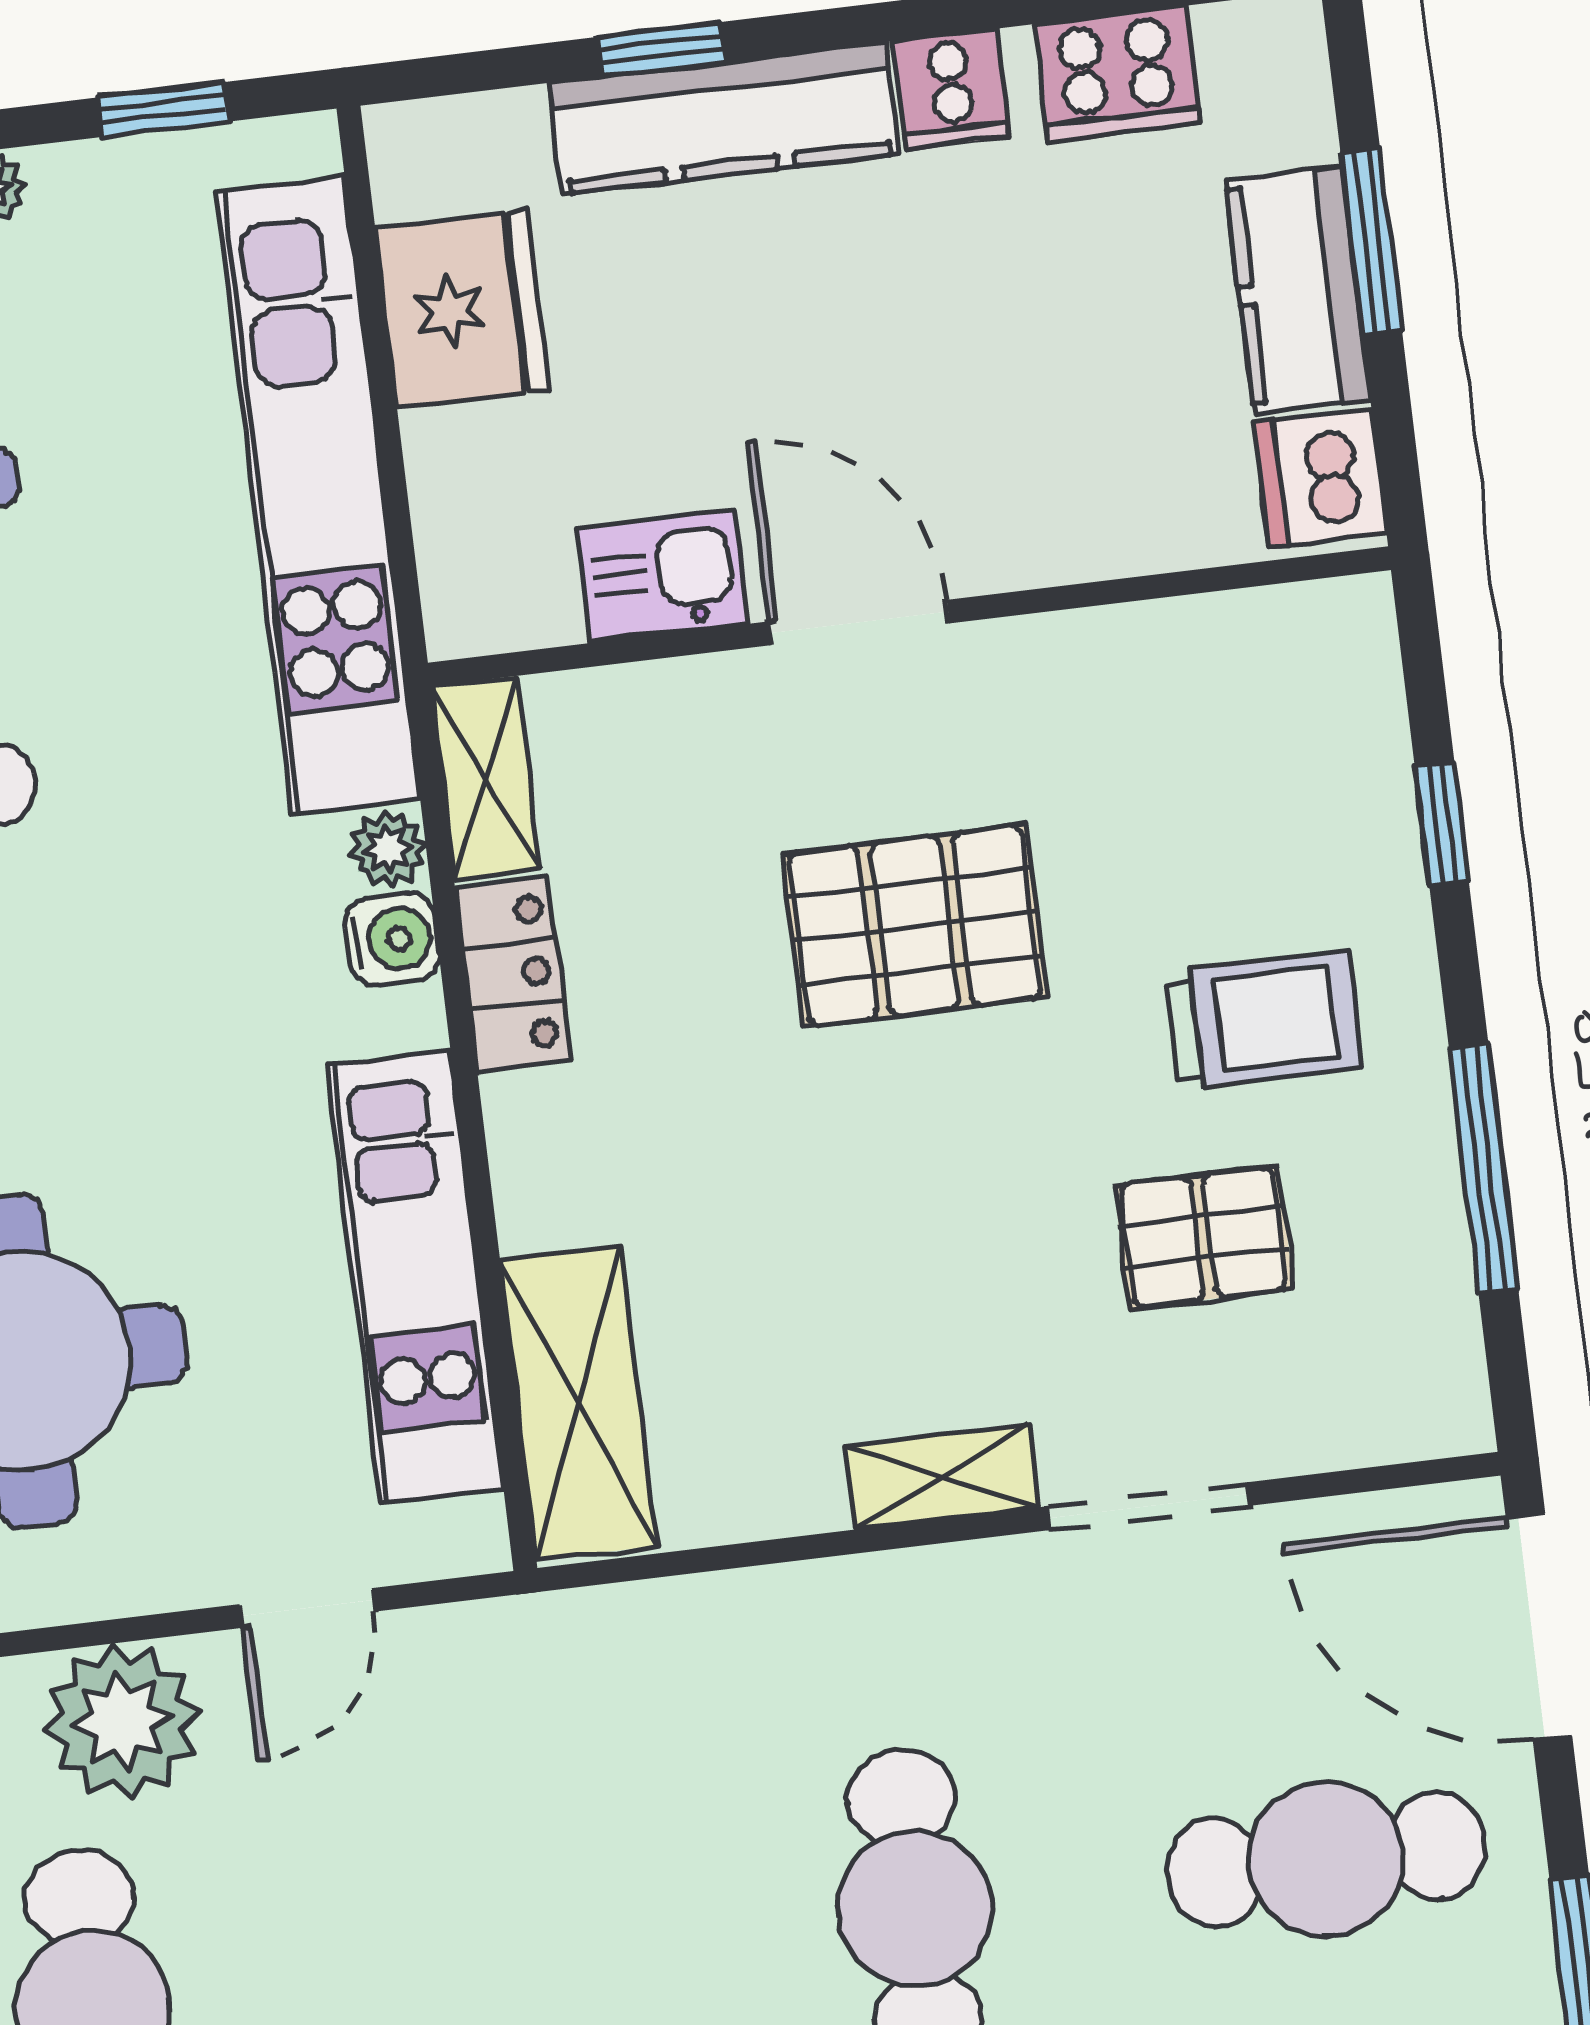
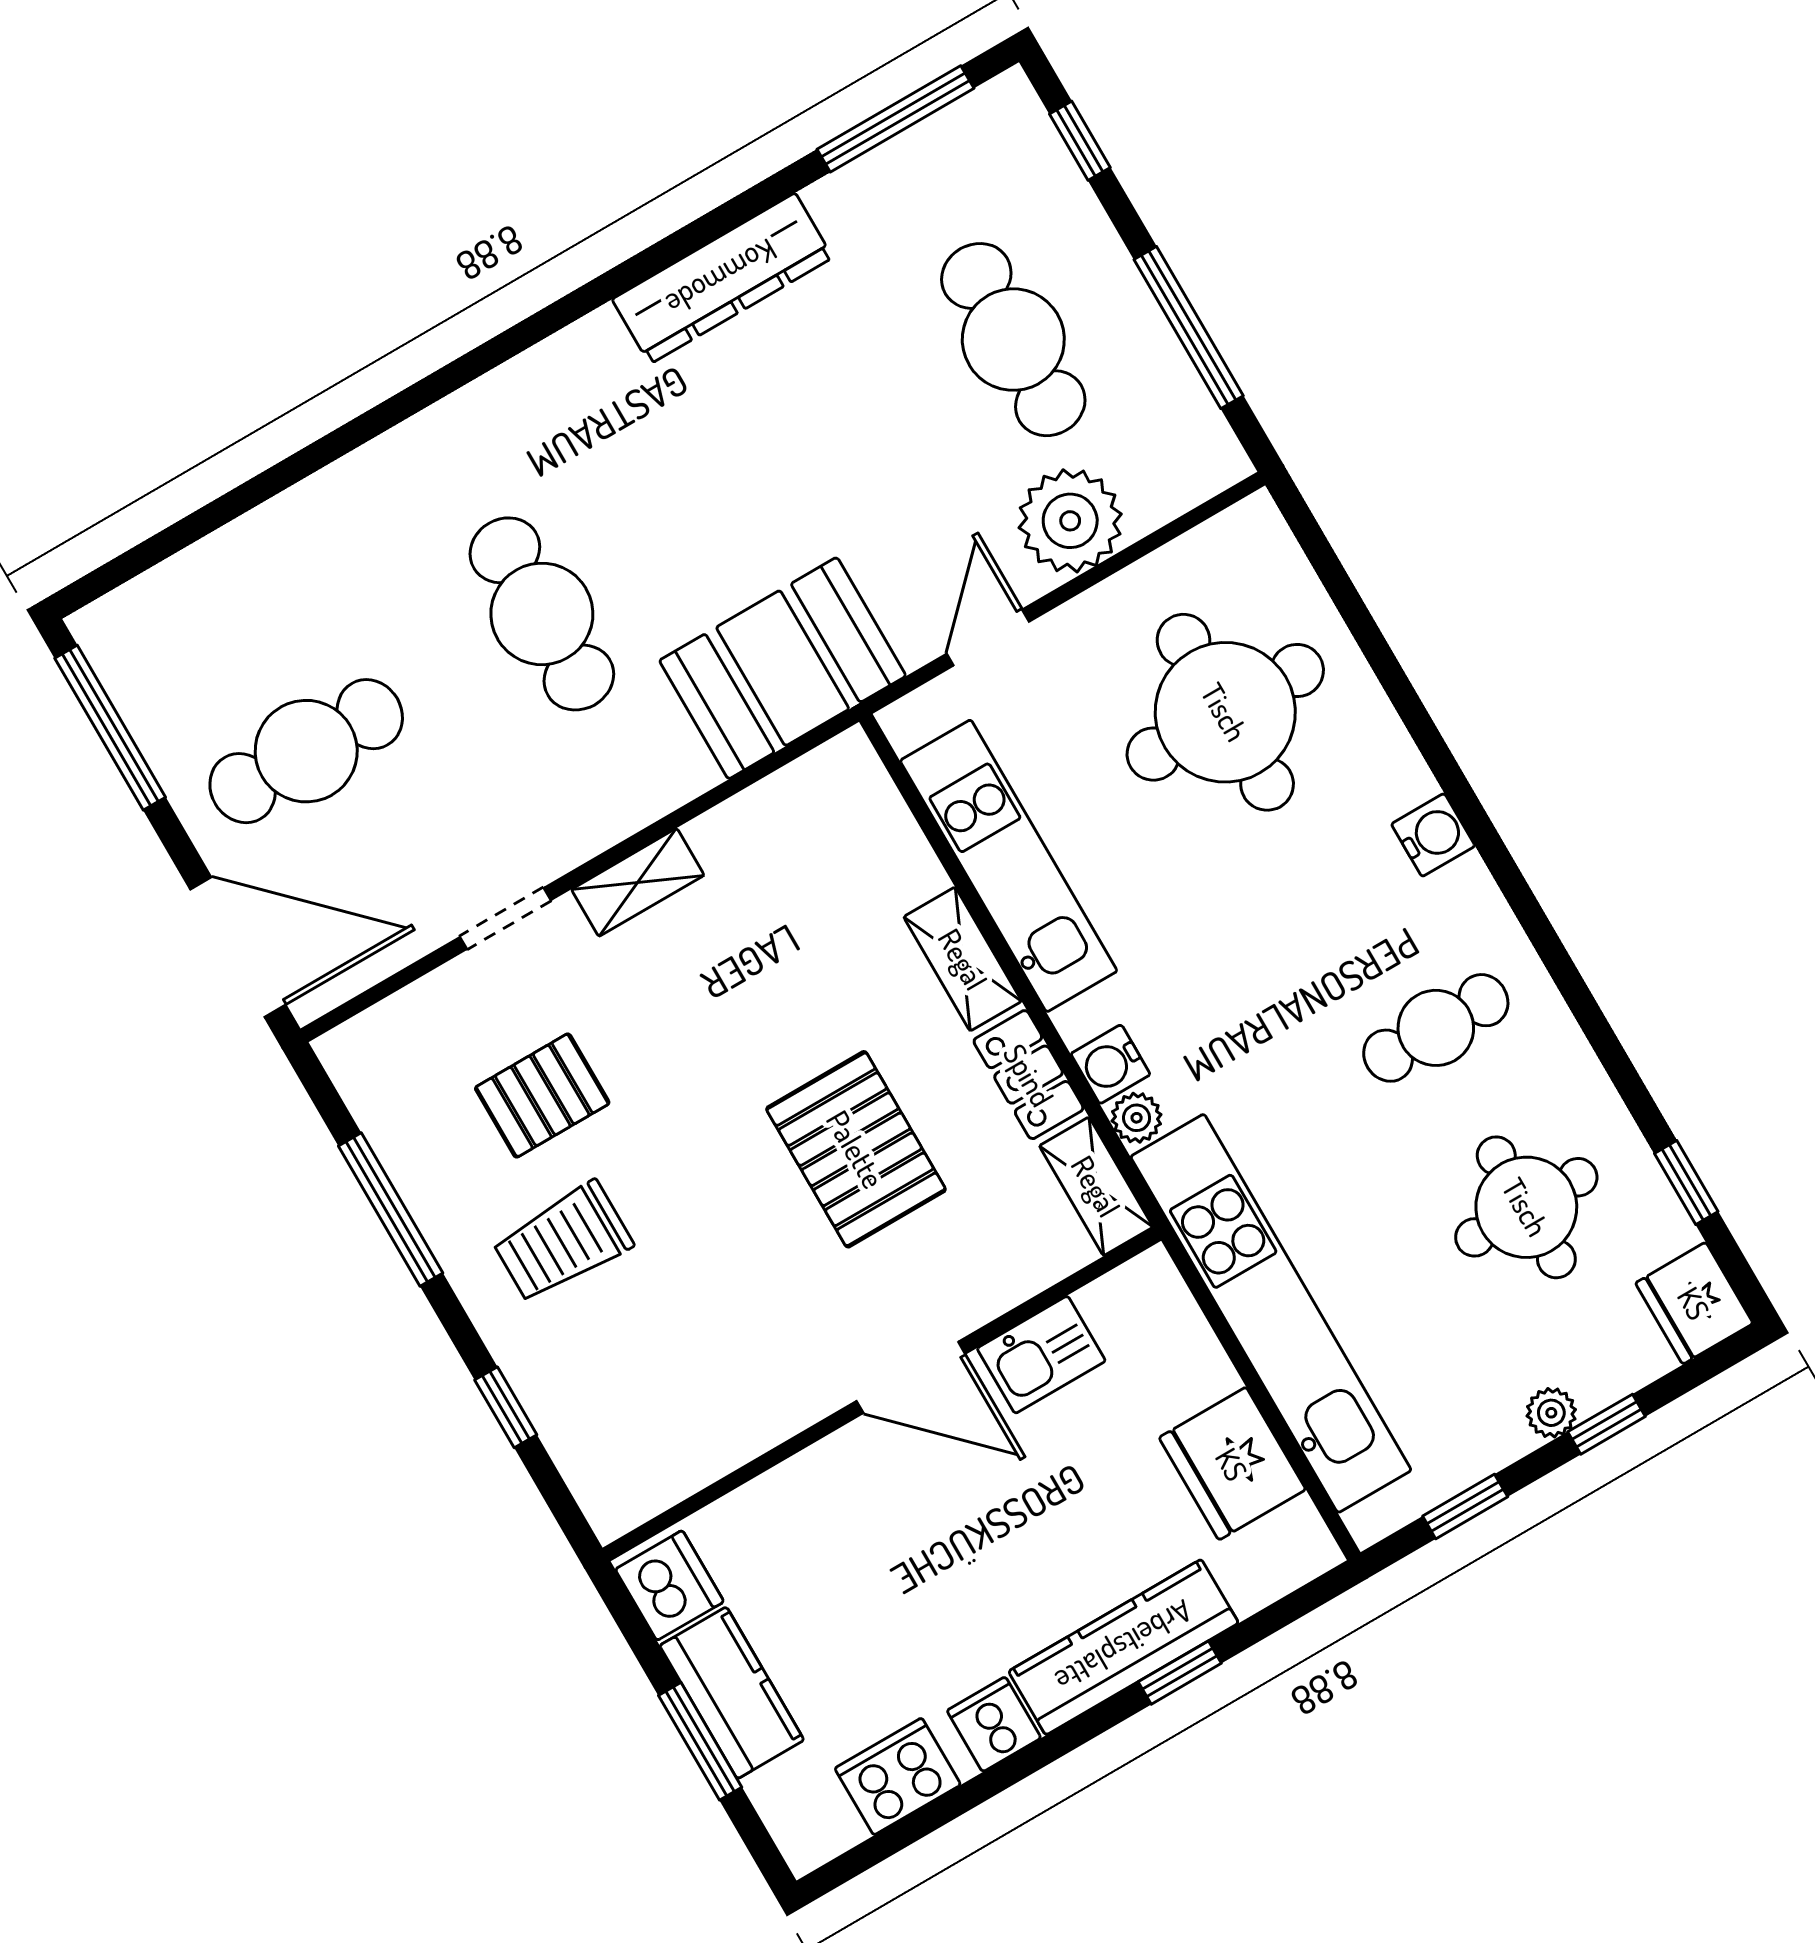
pallet: (915, 926) -> (856, 1149), moved, turned 90
shelving: (578, 1403) -> (963, 959), moved, width x0.67, depth x0.75
doorway: (1149, 1506) -> (505, 919), width x0.73
booth: (612, 1689) -> (783, 668), added

